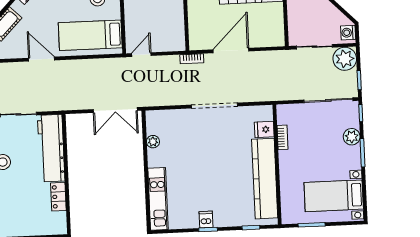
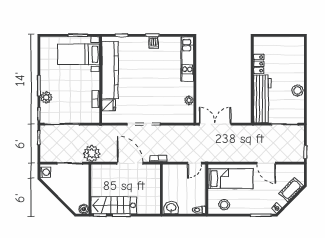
door: (231, 50) -> (130, 163), swing flipped
plant: (345, 59) -> (92, 153), moved
bed with nightstands: (334, 196) -> (79, 54), moved, turned 180

